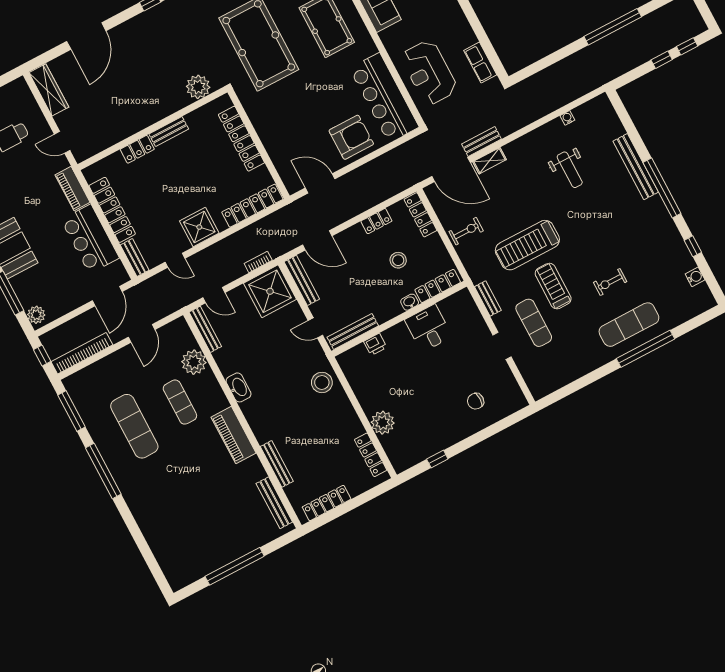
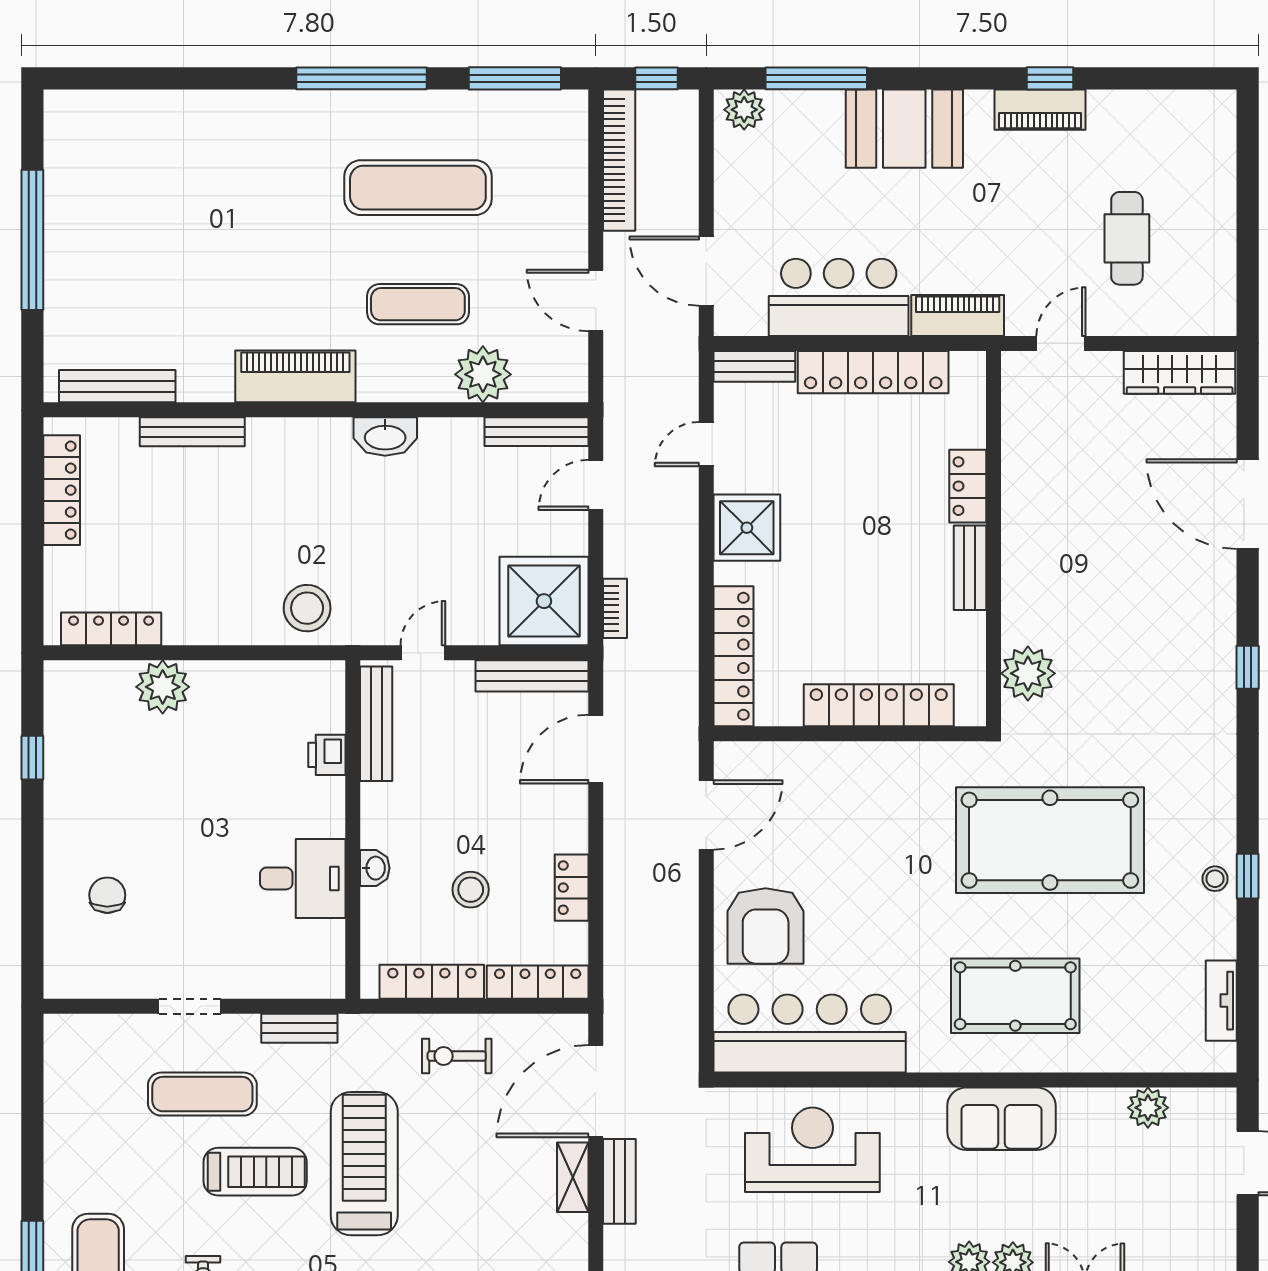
exercise bike: (466, 231) -> (457, 1056), turned 90
locker: (438, 286) -> (432, 982), moved, turned -90

